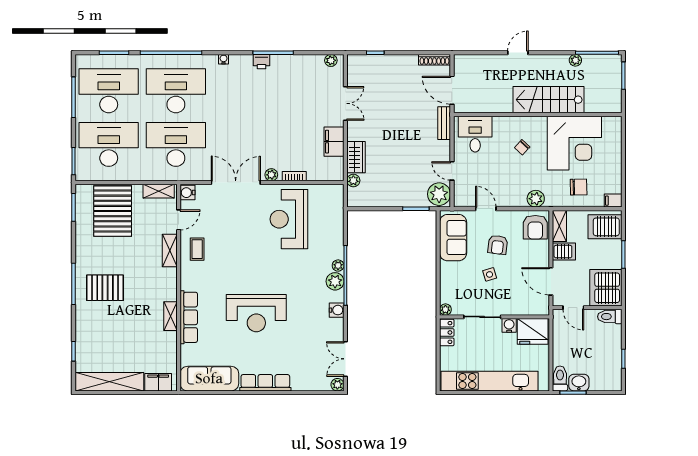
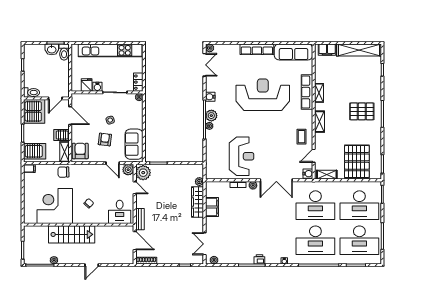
double door: (345, 103) -> (204, 244), moved
wardrobe: (356, 157) -> (198, 202), width x1.50
chair: (579, 187) -> (63, 172), moved
plant: (536, 199) -> (128, 170), moved
shelving: (170, 250) -> (319, 122), moved
door: (573, 308) -> (55, 98), swing flipped
reception desk: (256, 313) -> (263, 95), width x1.36, depth x1.30
fridge: (533, 331) -> (87, 85), width x0.53, depth x0.75

